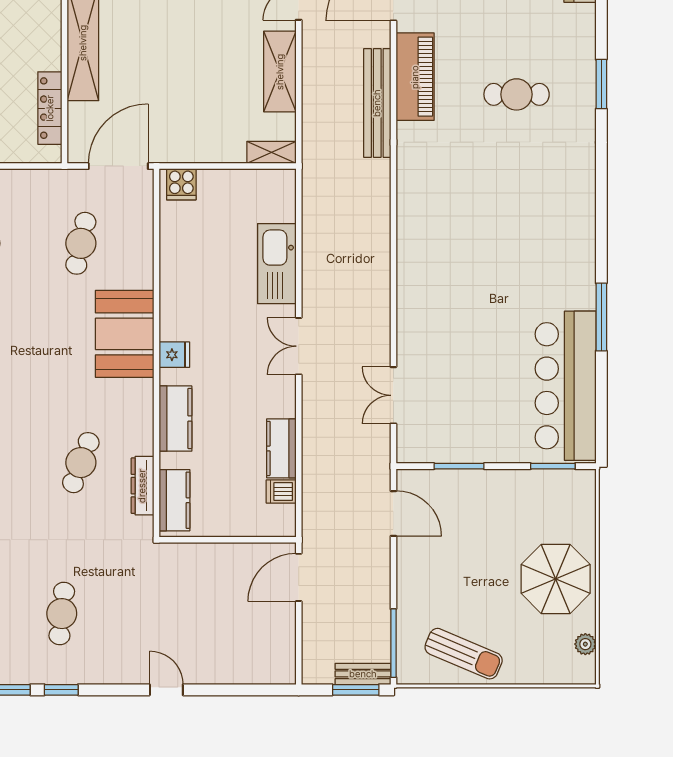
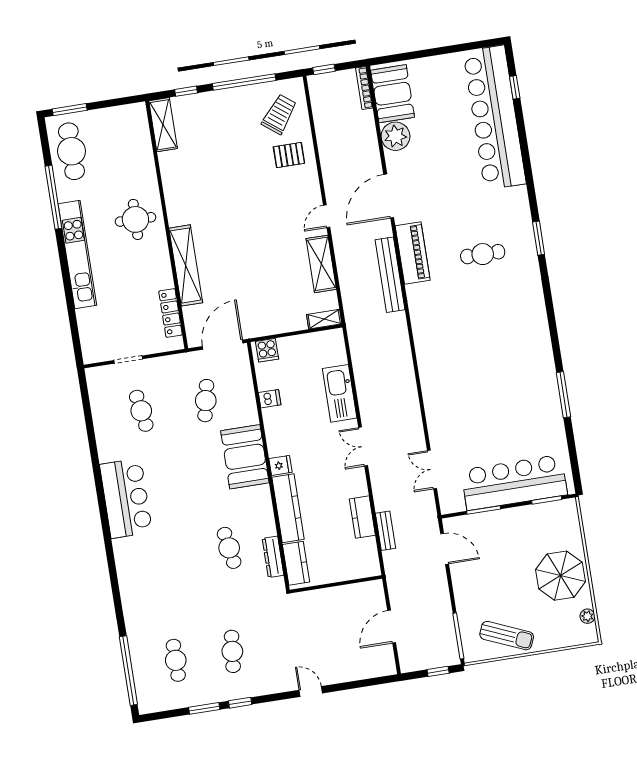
bar counter: (566, 386) -> (514, 482), moved, turned 90
kitchen counter: (175, 419) -> (288, 508), width x1.50
cafe table: (81, 463) -> (229, 548), turned -30
dishwasher: (281, 492) -> (270, 399), moved, turned 180
door: (299, 577) -> (392, 627), moved
bench: (363, 674) -> (386, 531), moved, turned 90
window: (356, 690) -> (438, 671), width x0.67

